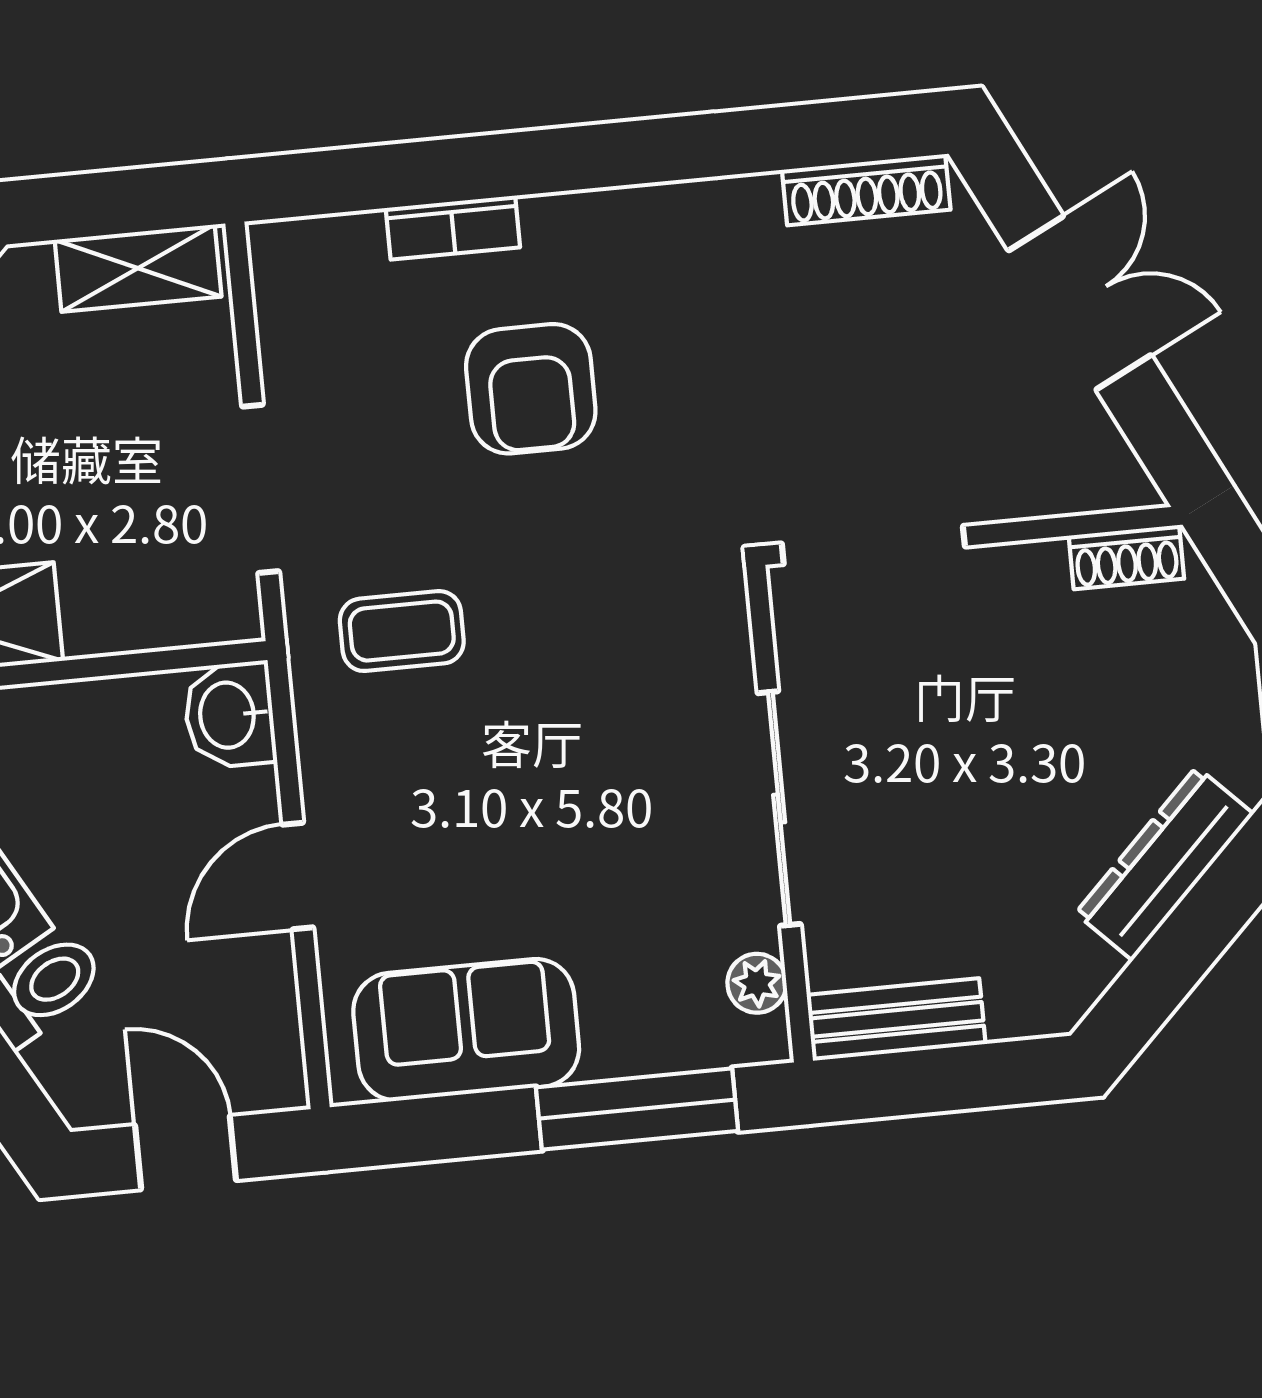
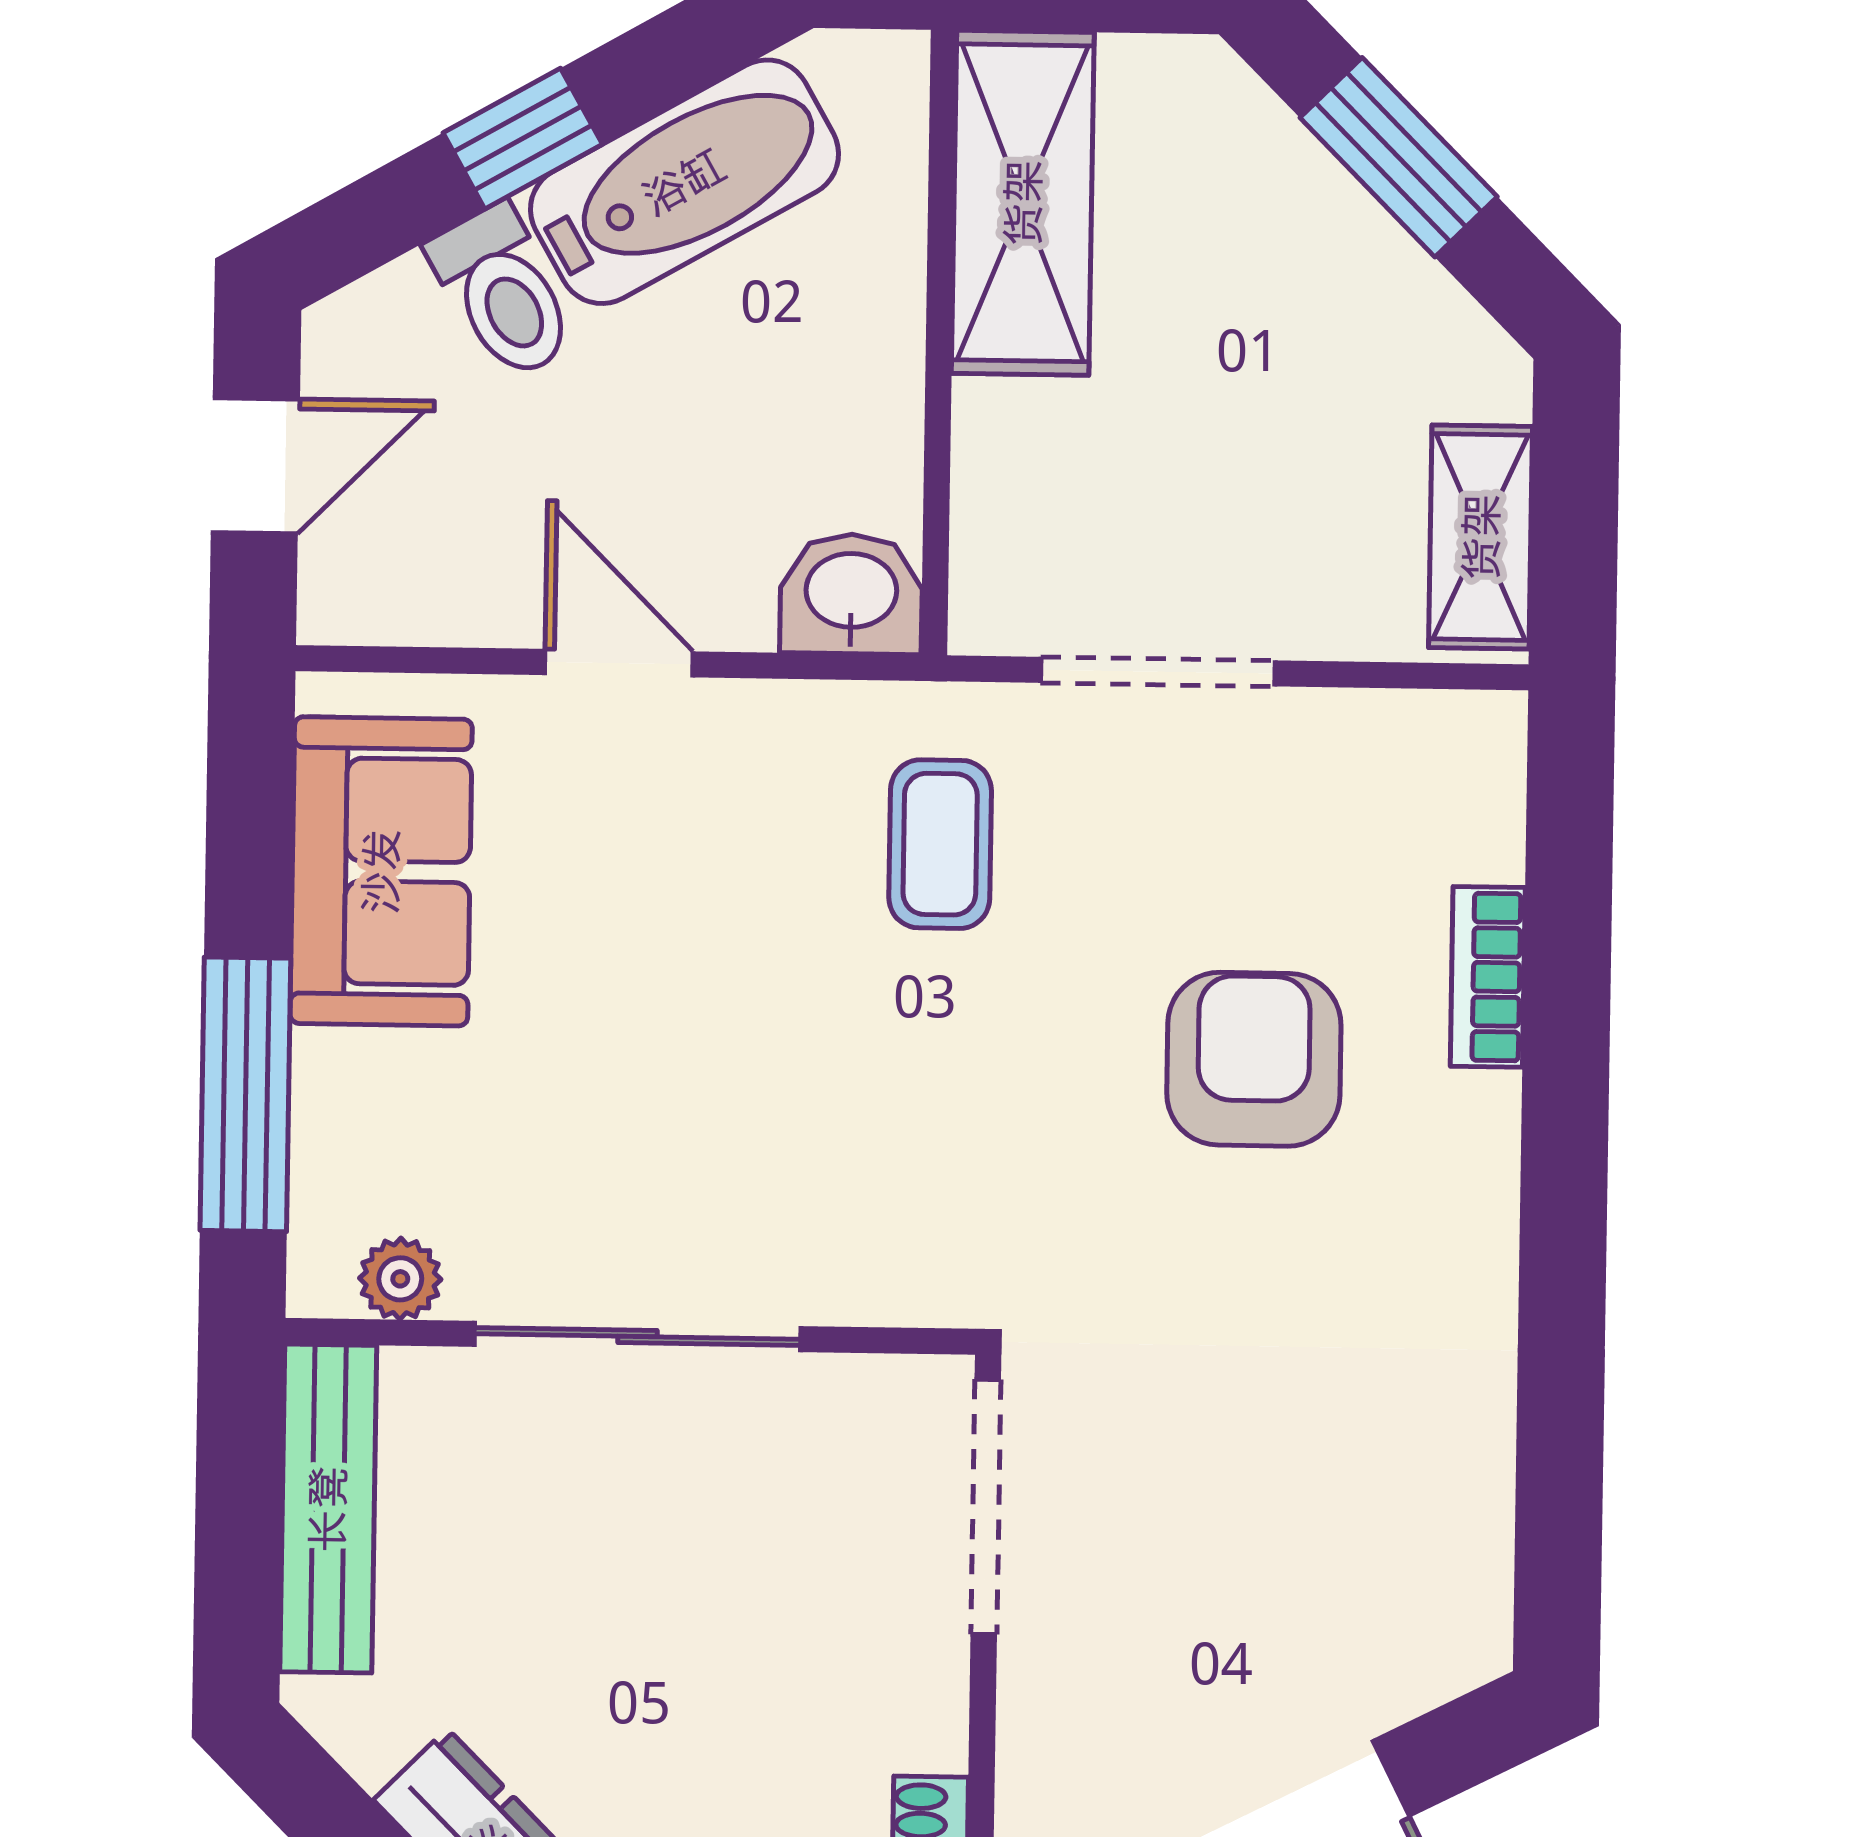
shoe rack: (866, 190) -> (1476, 1552), removed
armchair: (531, 389) -> (1254, 1059), turned 90
bench: (896, 1019) -> (328, 1509), width x1.36

